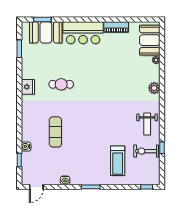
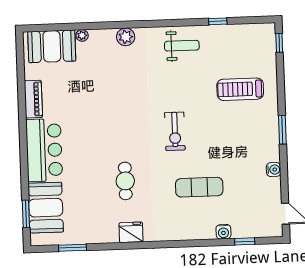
exercise bike: (146, 151) -> (175, 131), moved
treadmill: (118, 161) -> (240, 89), turned 180

